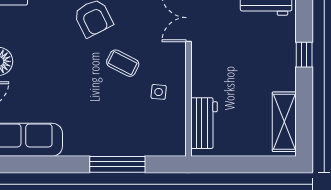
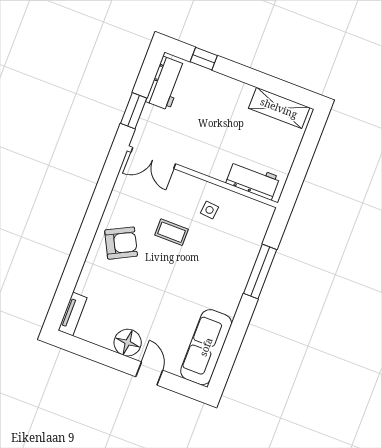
window: (304, 55) -> (204, 59), moved
coffee table: (123, 63) -> (172, 232), turned 63

